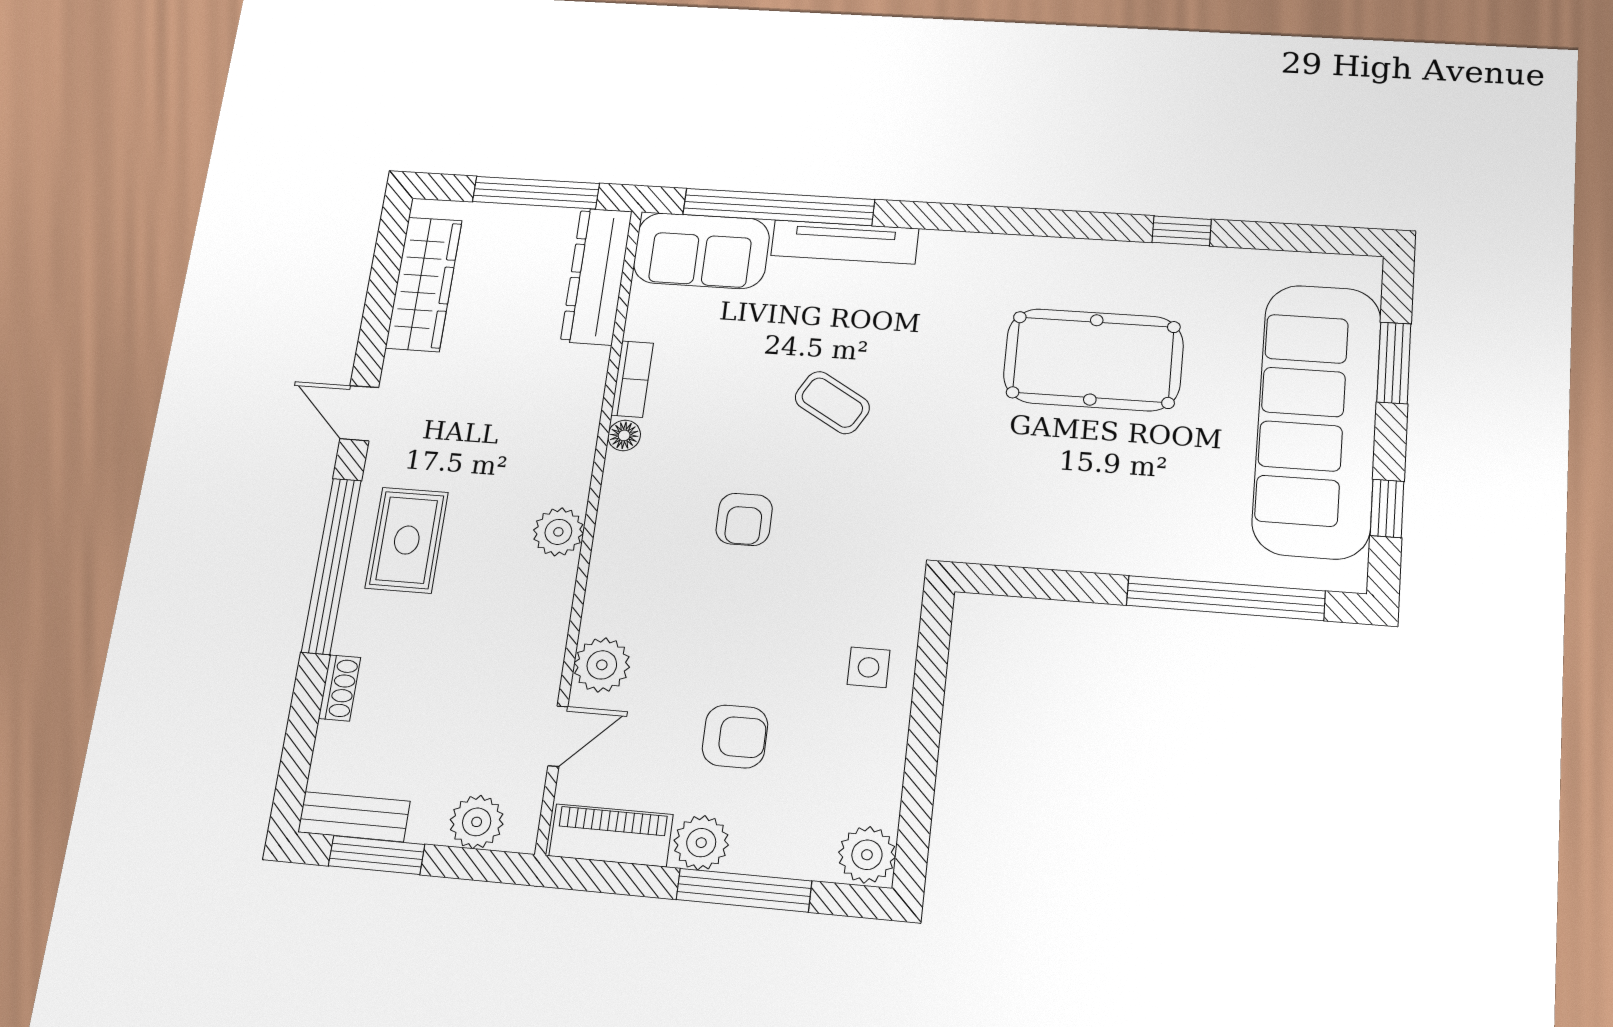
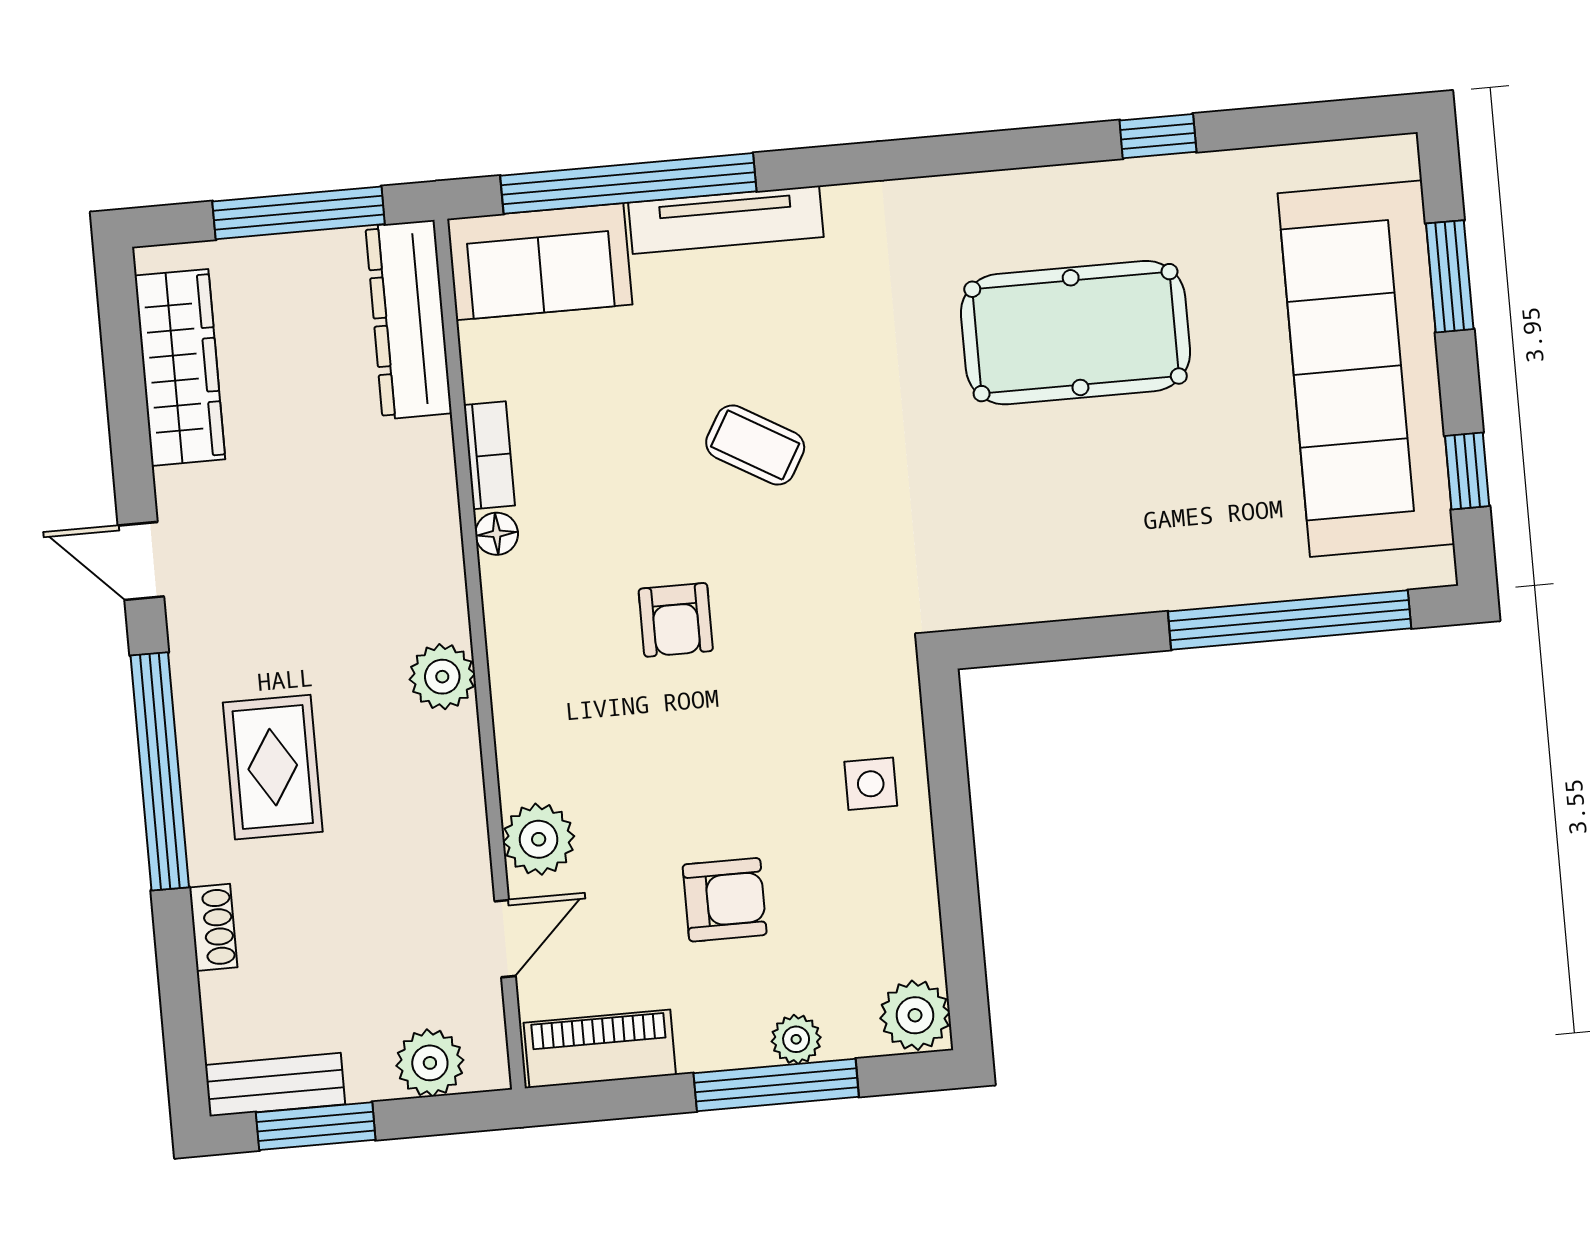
rug: (407, 540) -> (273, 767), moved
plant: (701, 843) -> (796, 1039), moved, width x0.73, depth x0.73

